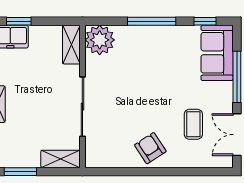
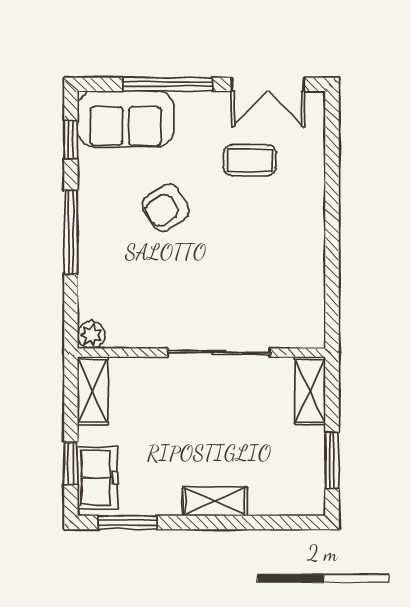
plant: (100, 40) -> (91, 335), width x0.53, depth x0.53
shelving: (71, 45) -> (93, 391), moved, turned 90
armchair: (150, 148) -> (166, 208), moved

